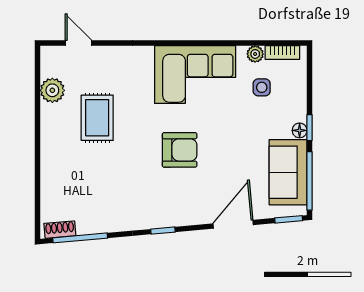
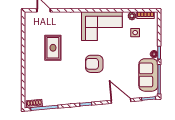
plant: (52, 90) -> (31, 34), removed
armchair: (180, 150) -> (94, 64), turned 180
door: (233, 224) -> (121, 101), hinge flipped

